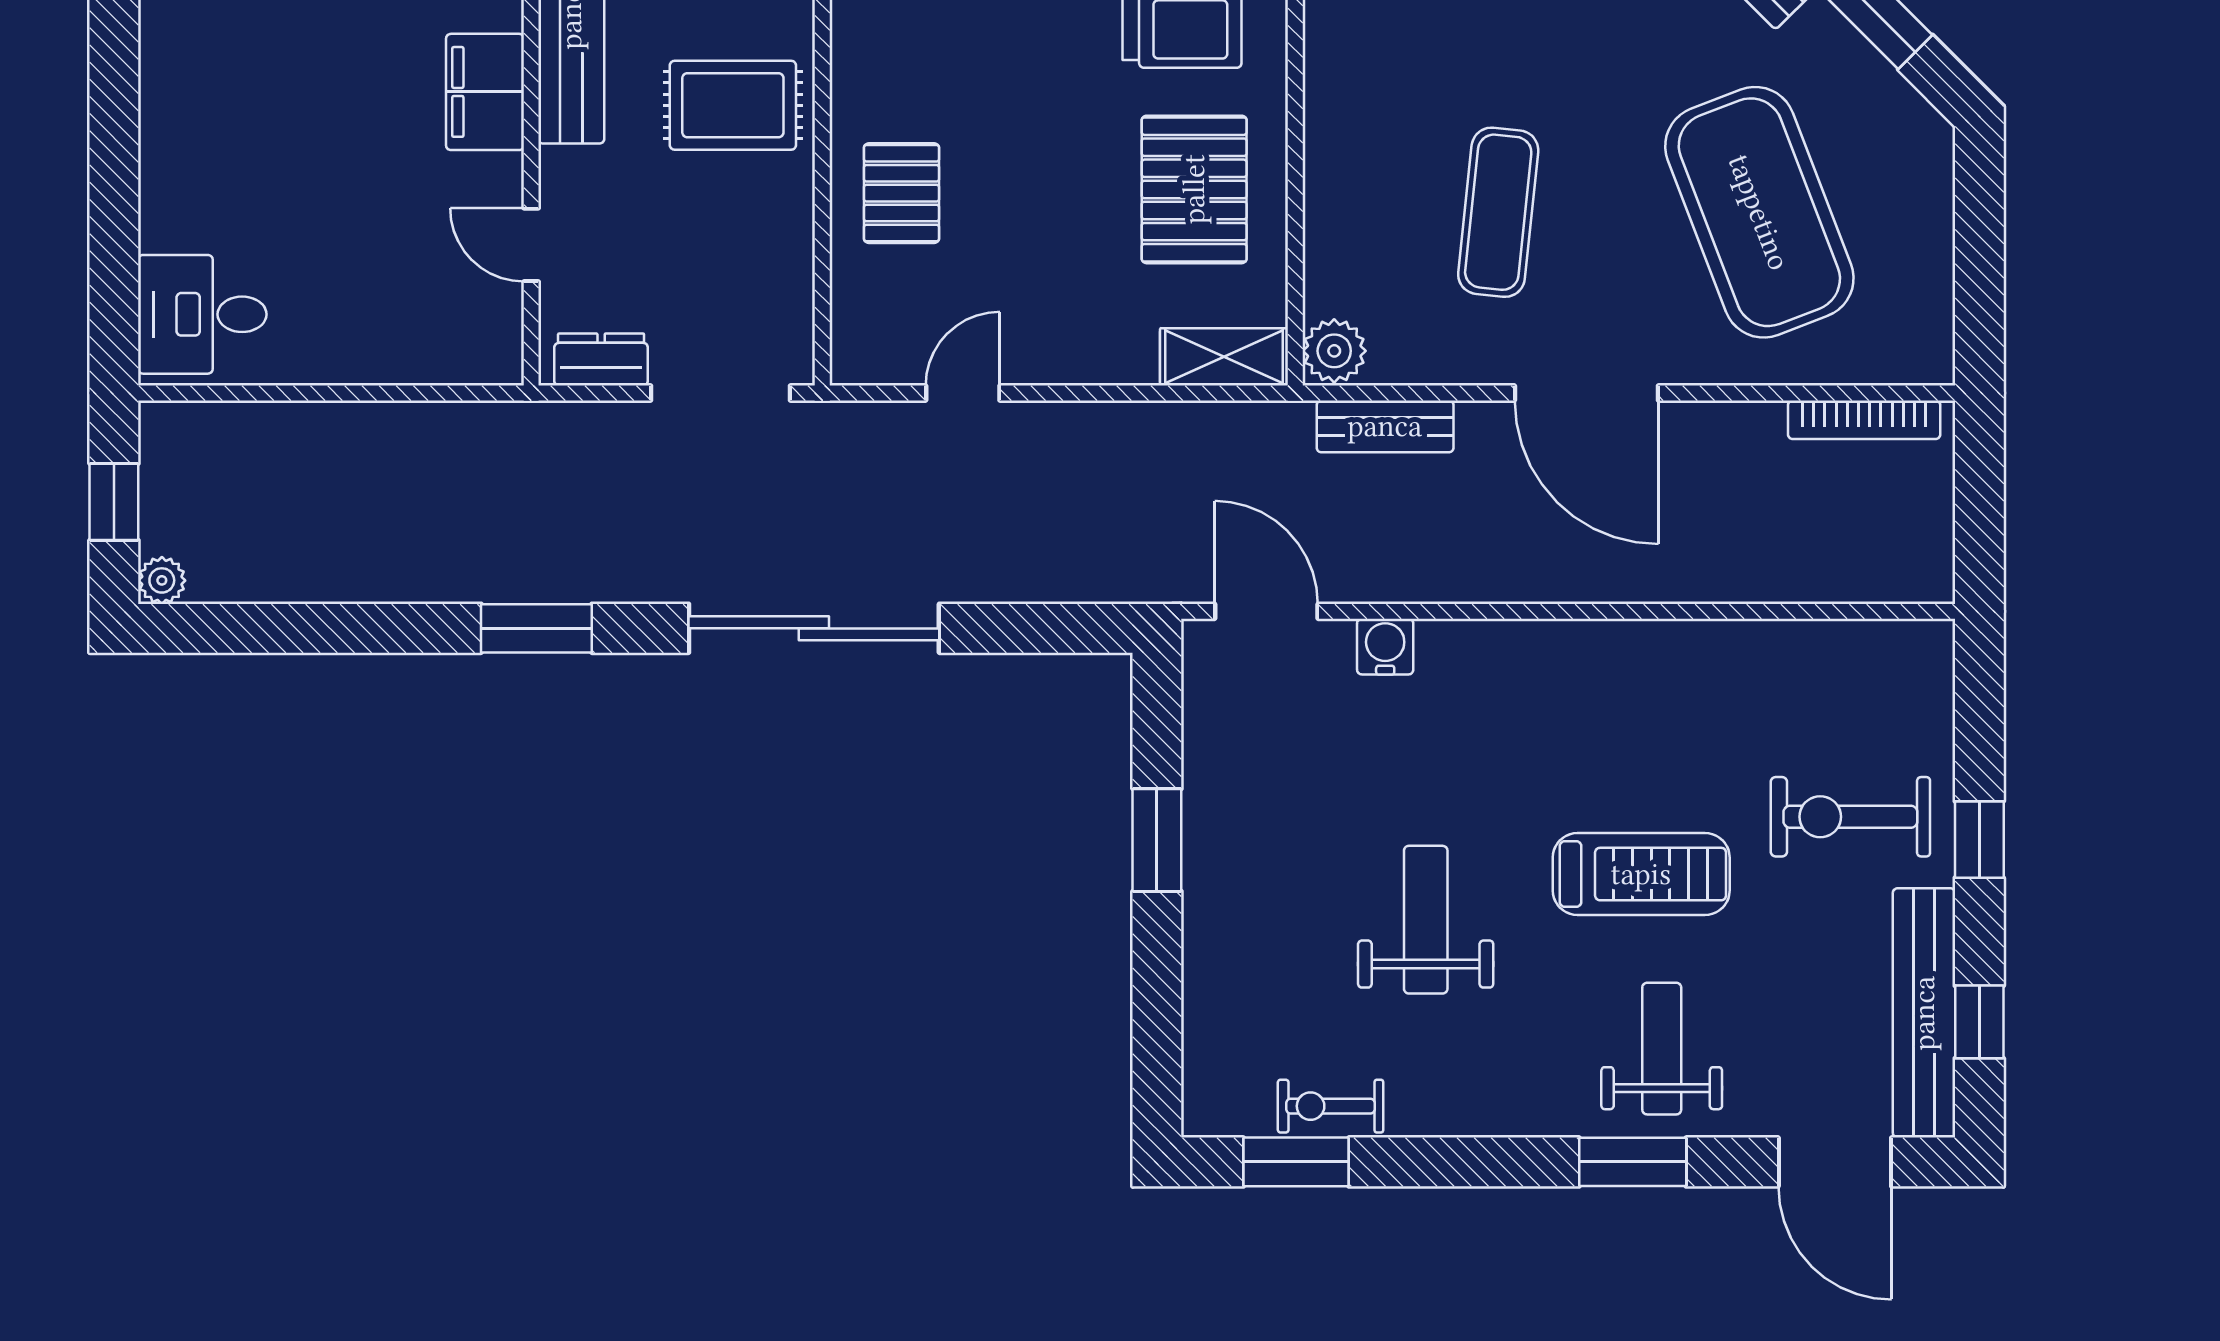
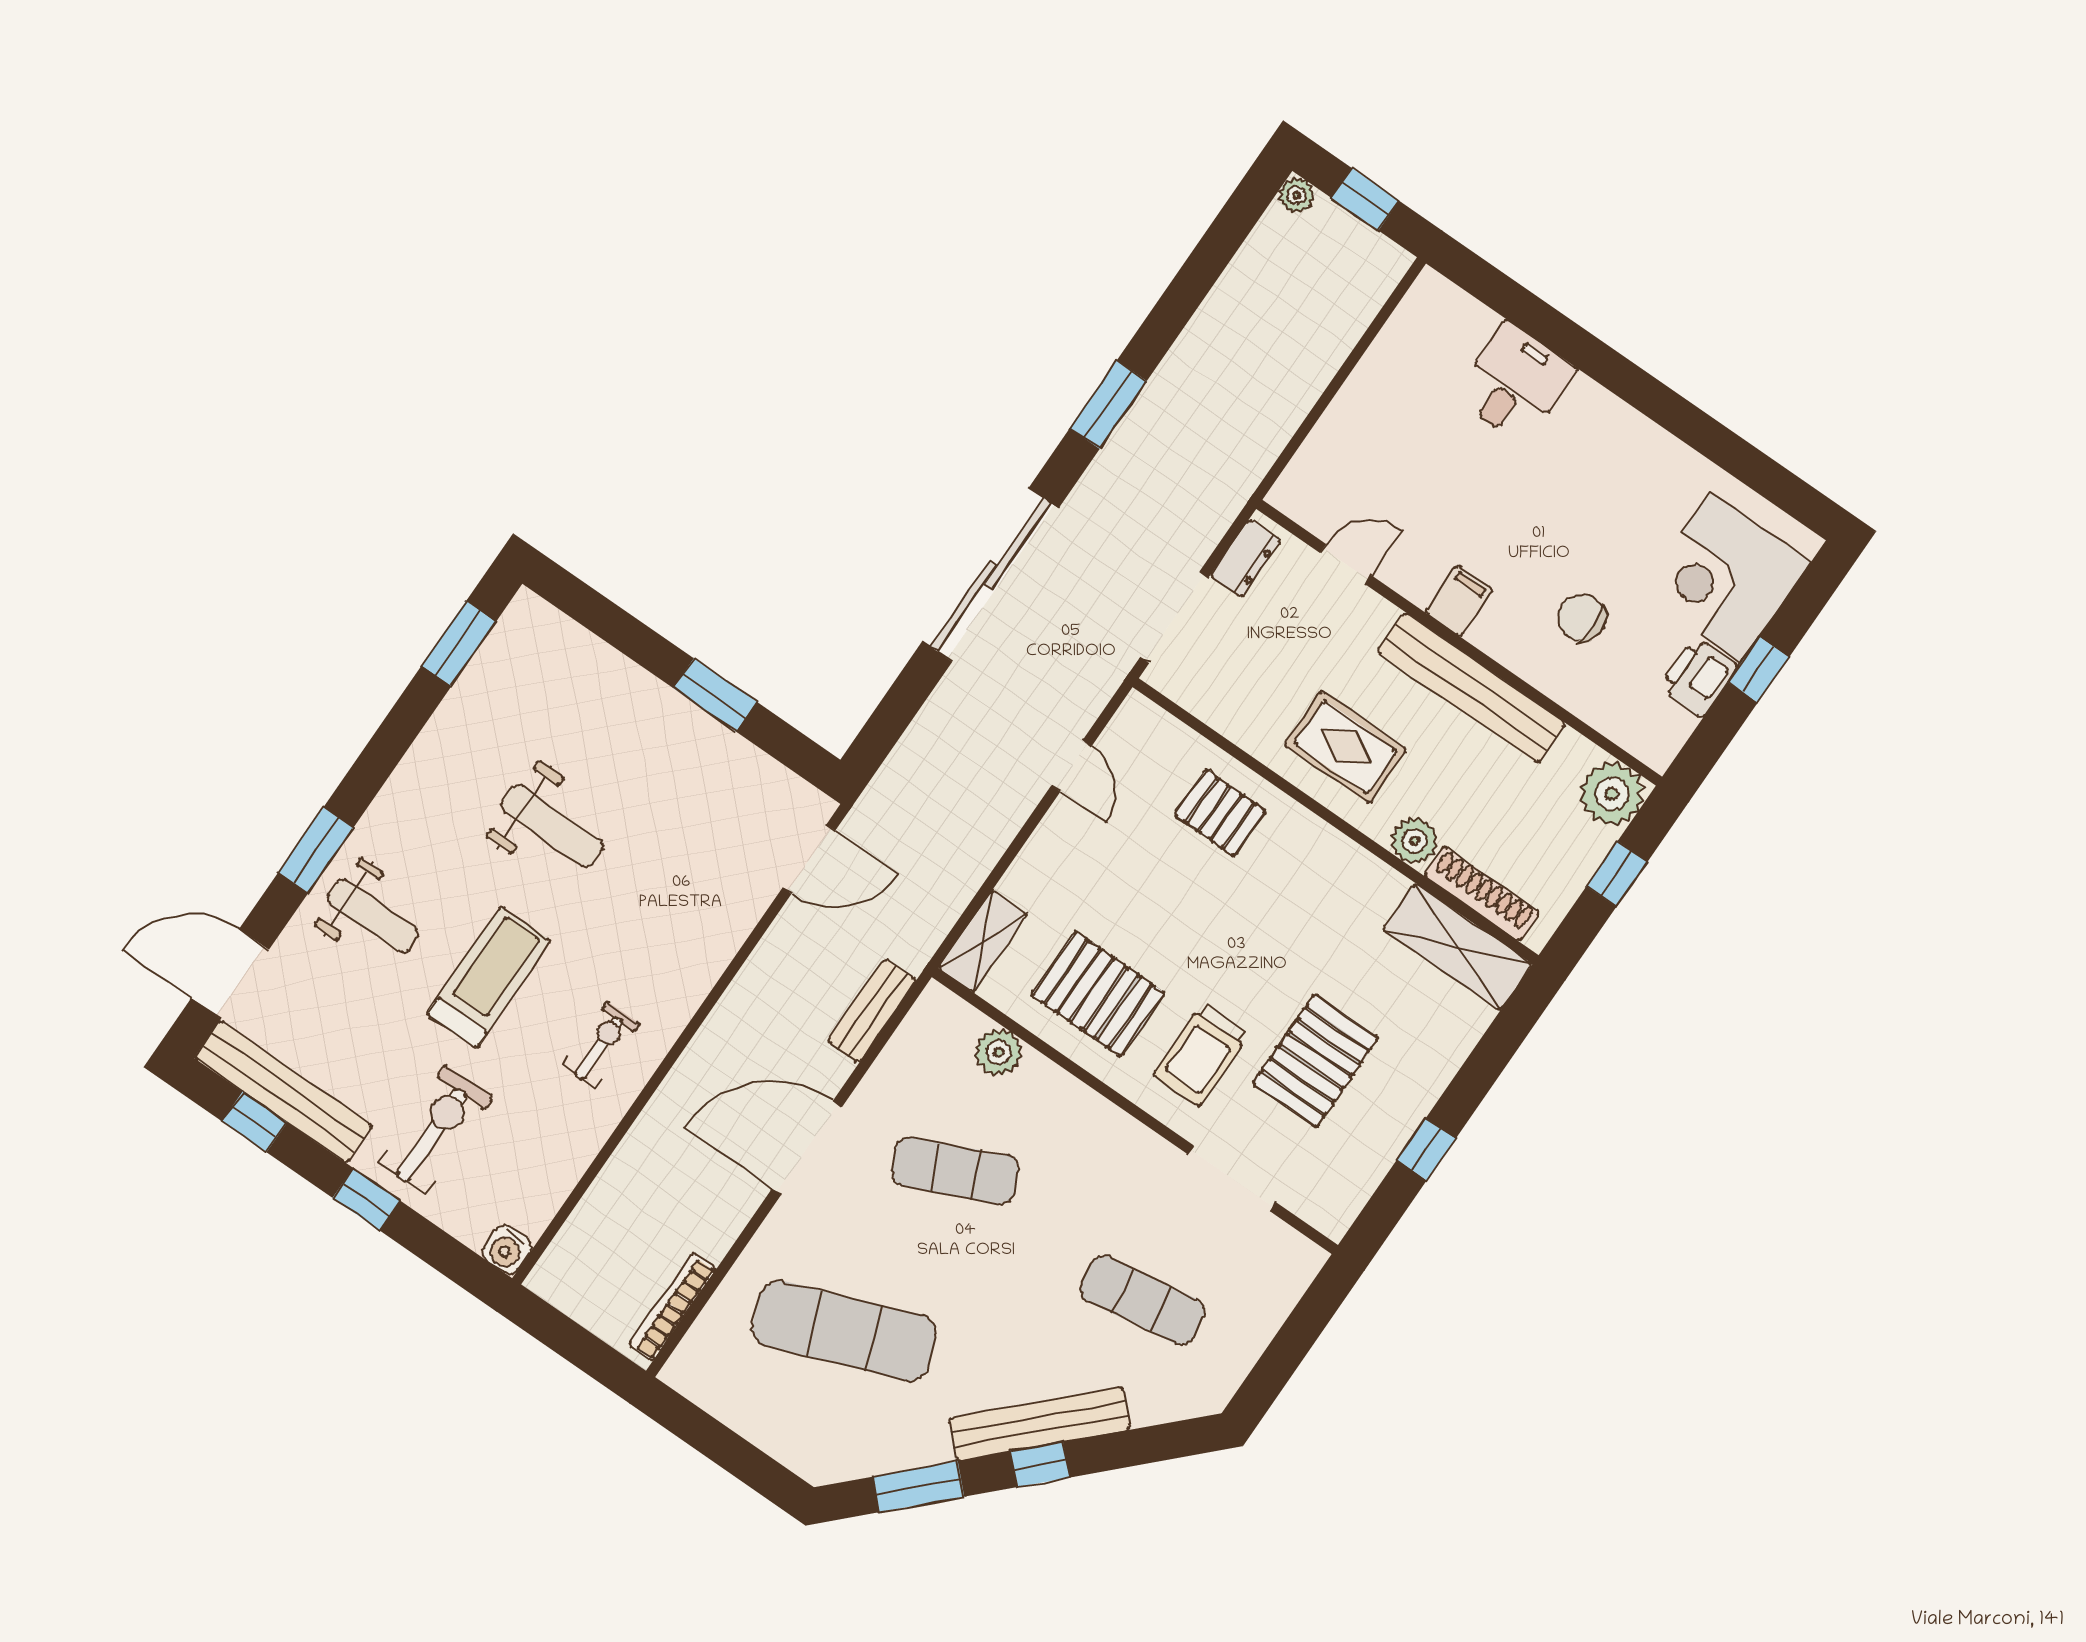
filing cabinet: (485, 92) -> (1459, 601), width x0.50
rug: (733, 105) -> (1345, 747), turned 90
exercise mat: (1498, 212) -> (955, 1171), turned -30
exercise mat: (1759, 212) -> (844, 1331), width x0.68
desk: (202, 314) -> (1515, 383), moved
plant: (1334, 351) -> (999, 1052), moved
water cooler: (1385, 647) -> (507, 1249), moved, turned 90
treadmill: (1641, 874) -> (489, 977), turned 180
exercise bike: (1331, 1106) -> (601, 1045), moved

